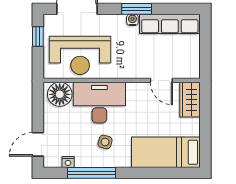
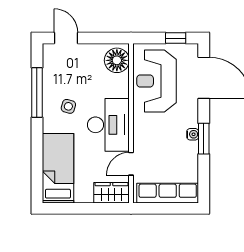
row of seats: (170, 24) -> (168, 193), moved, turned 90
desk: (99, 103) -> (108, 125), moved
nightstand: (68, 162) -> (48, 69), removed

